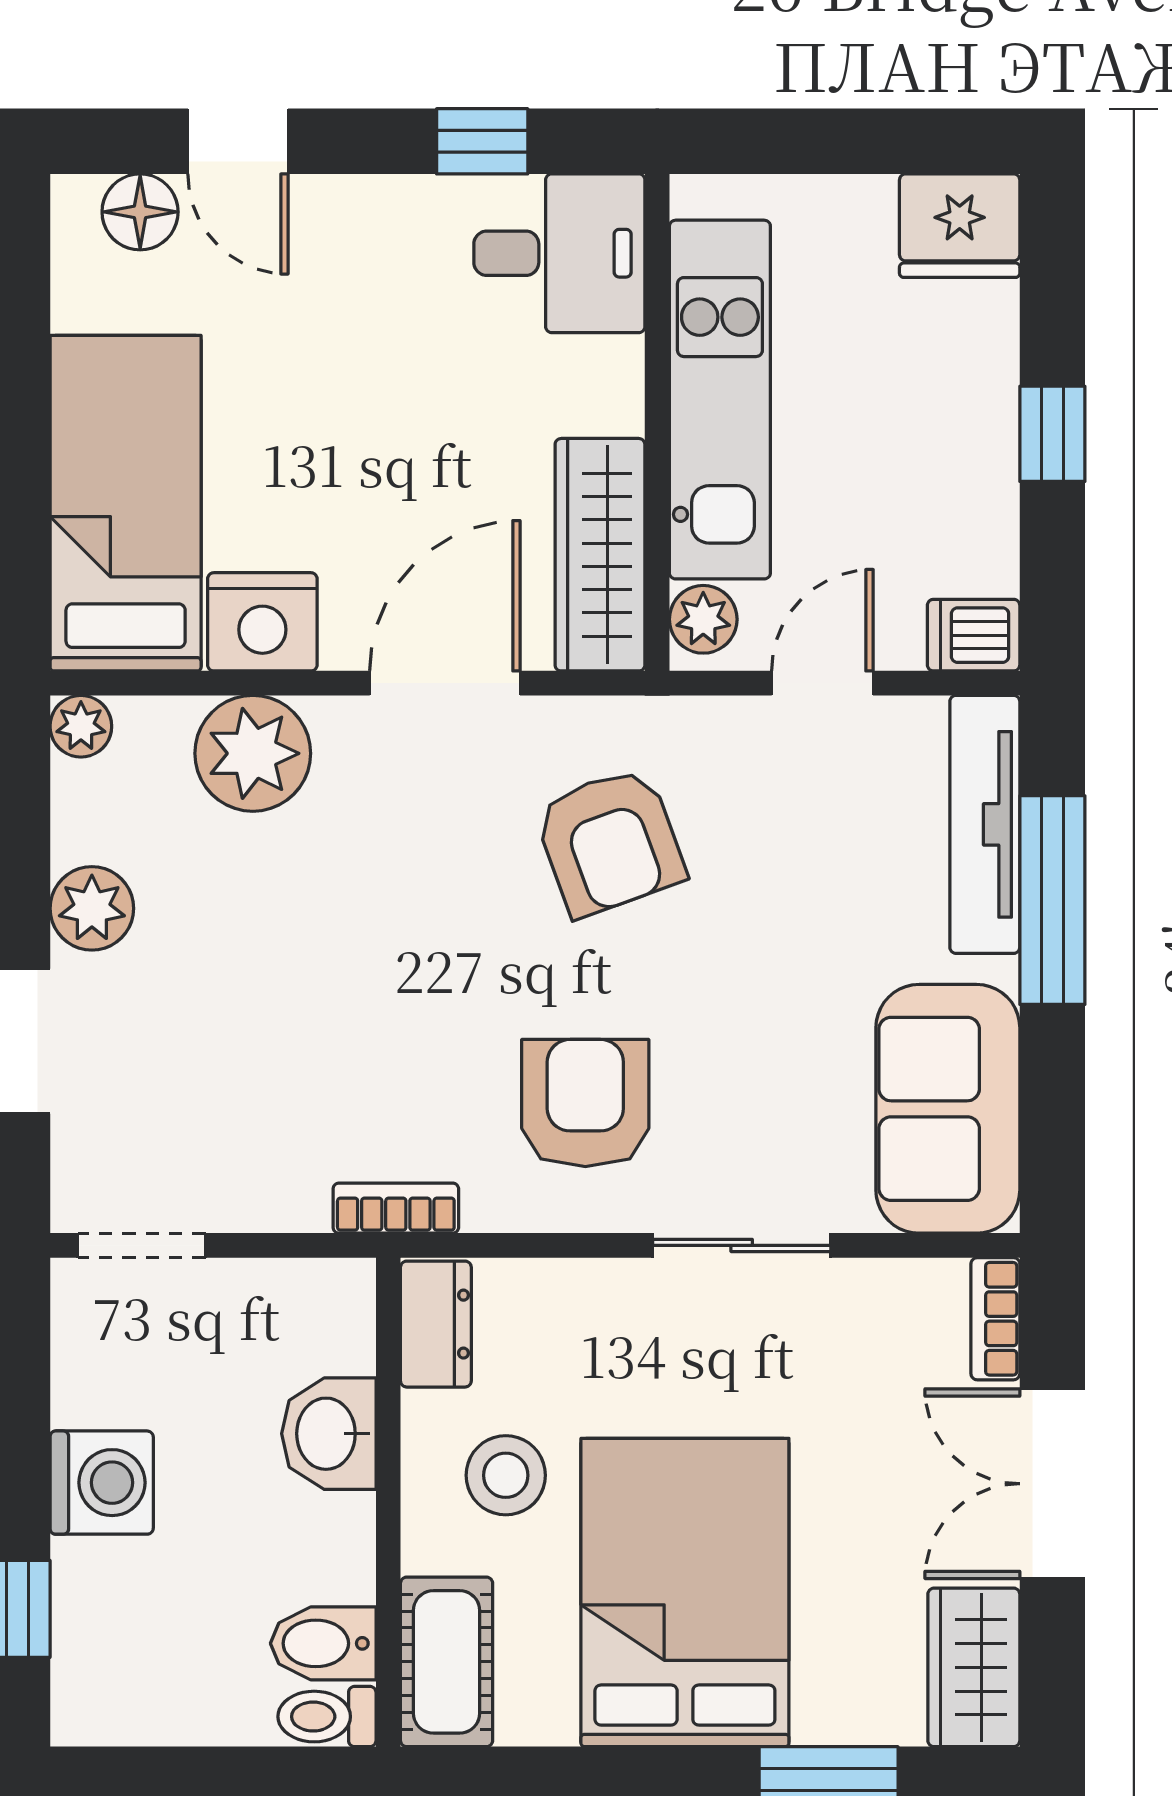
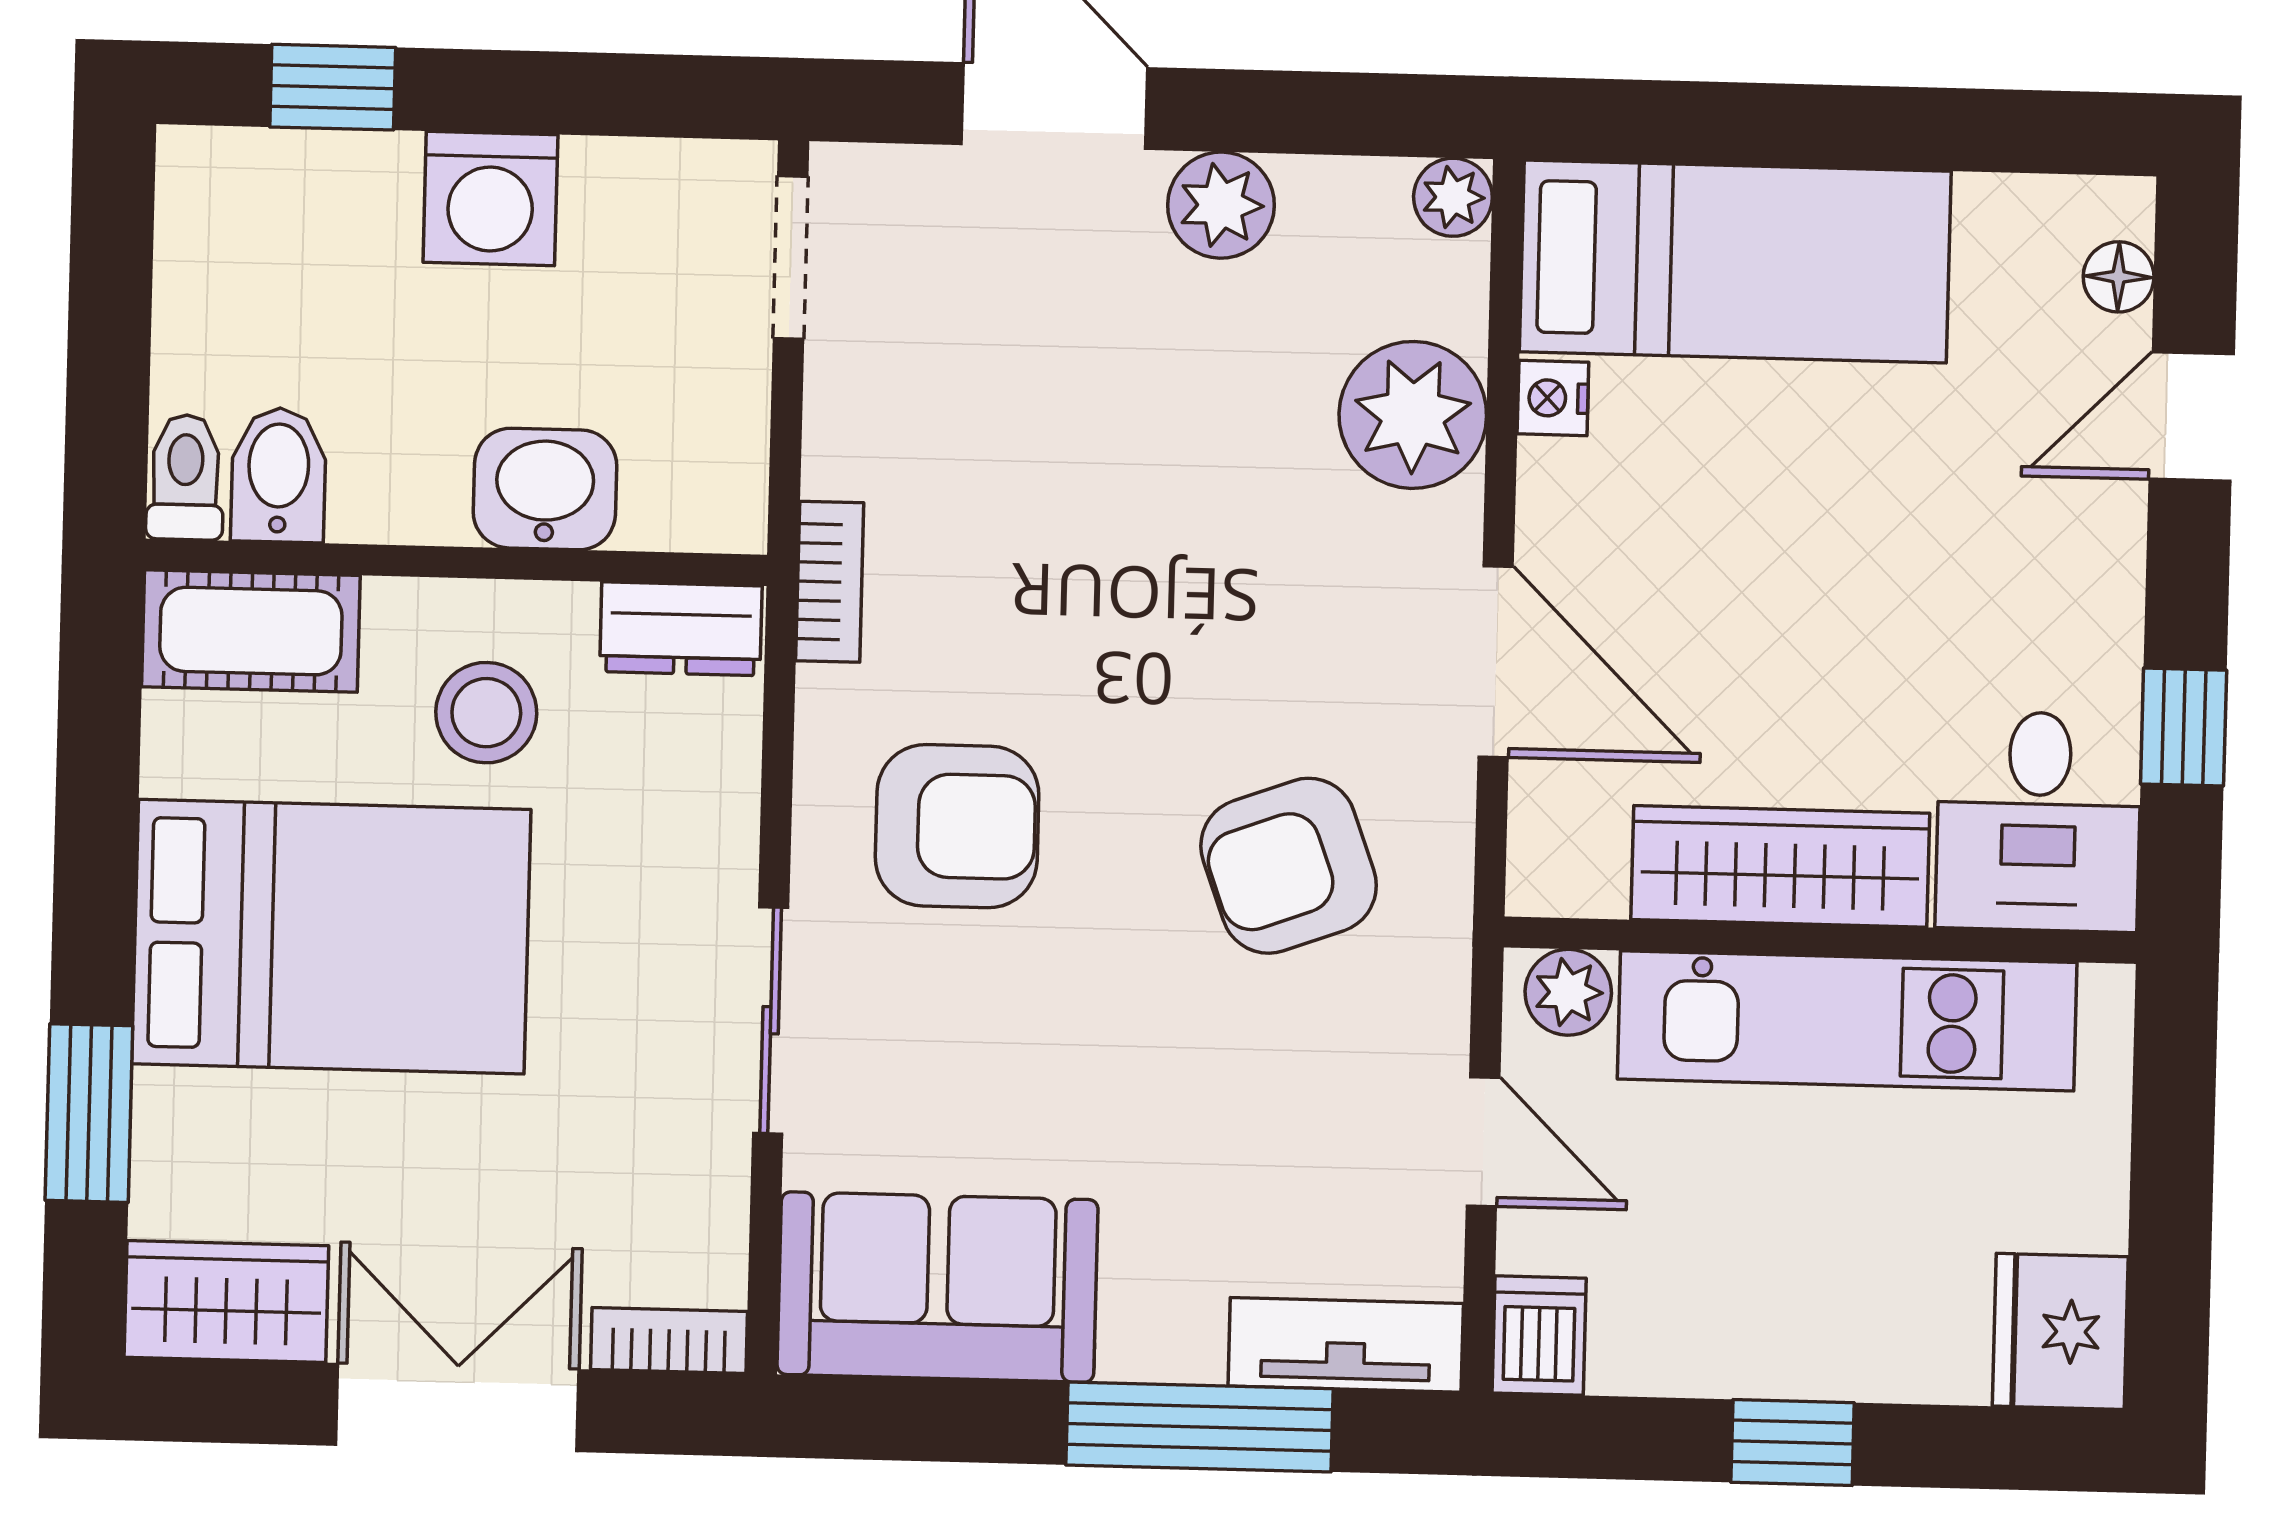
floor lamp: (140, 212) -> (2119, 277), width x0.73, depth x0.73
wardrobe: (600, 555) -> (1780, 866), moved
nightstand: (262, 622) -> (1553, 398), width x0.53, depth x0.56
tv unit: (985, 824) -> (1346, 1345), width x0.71

